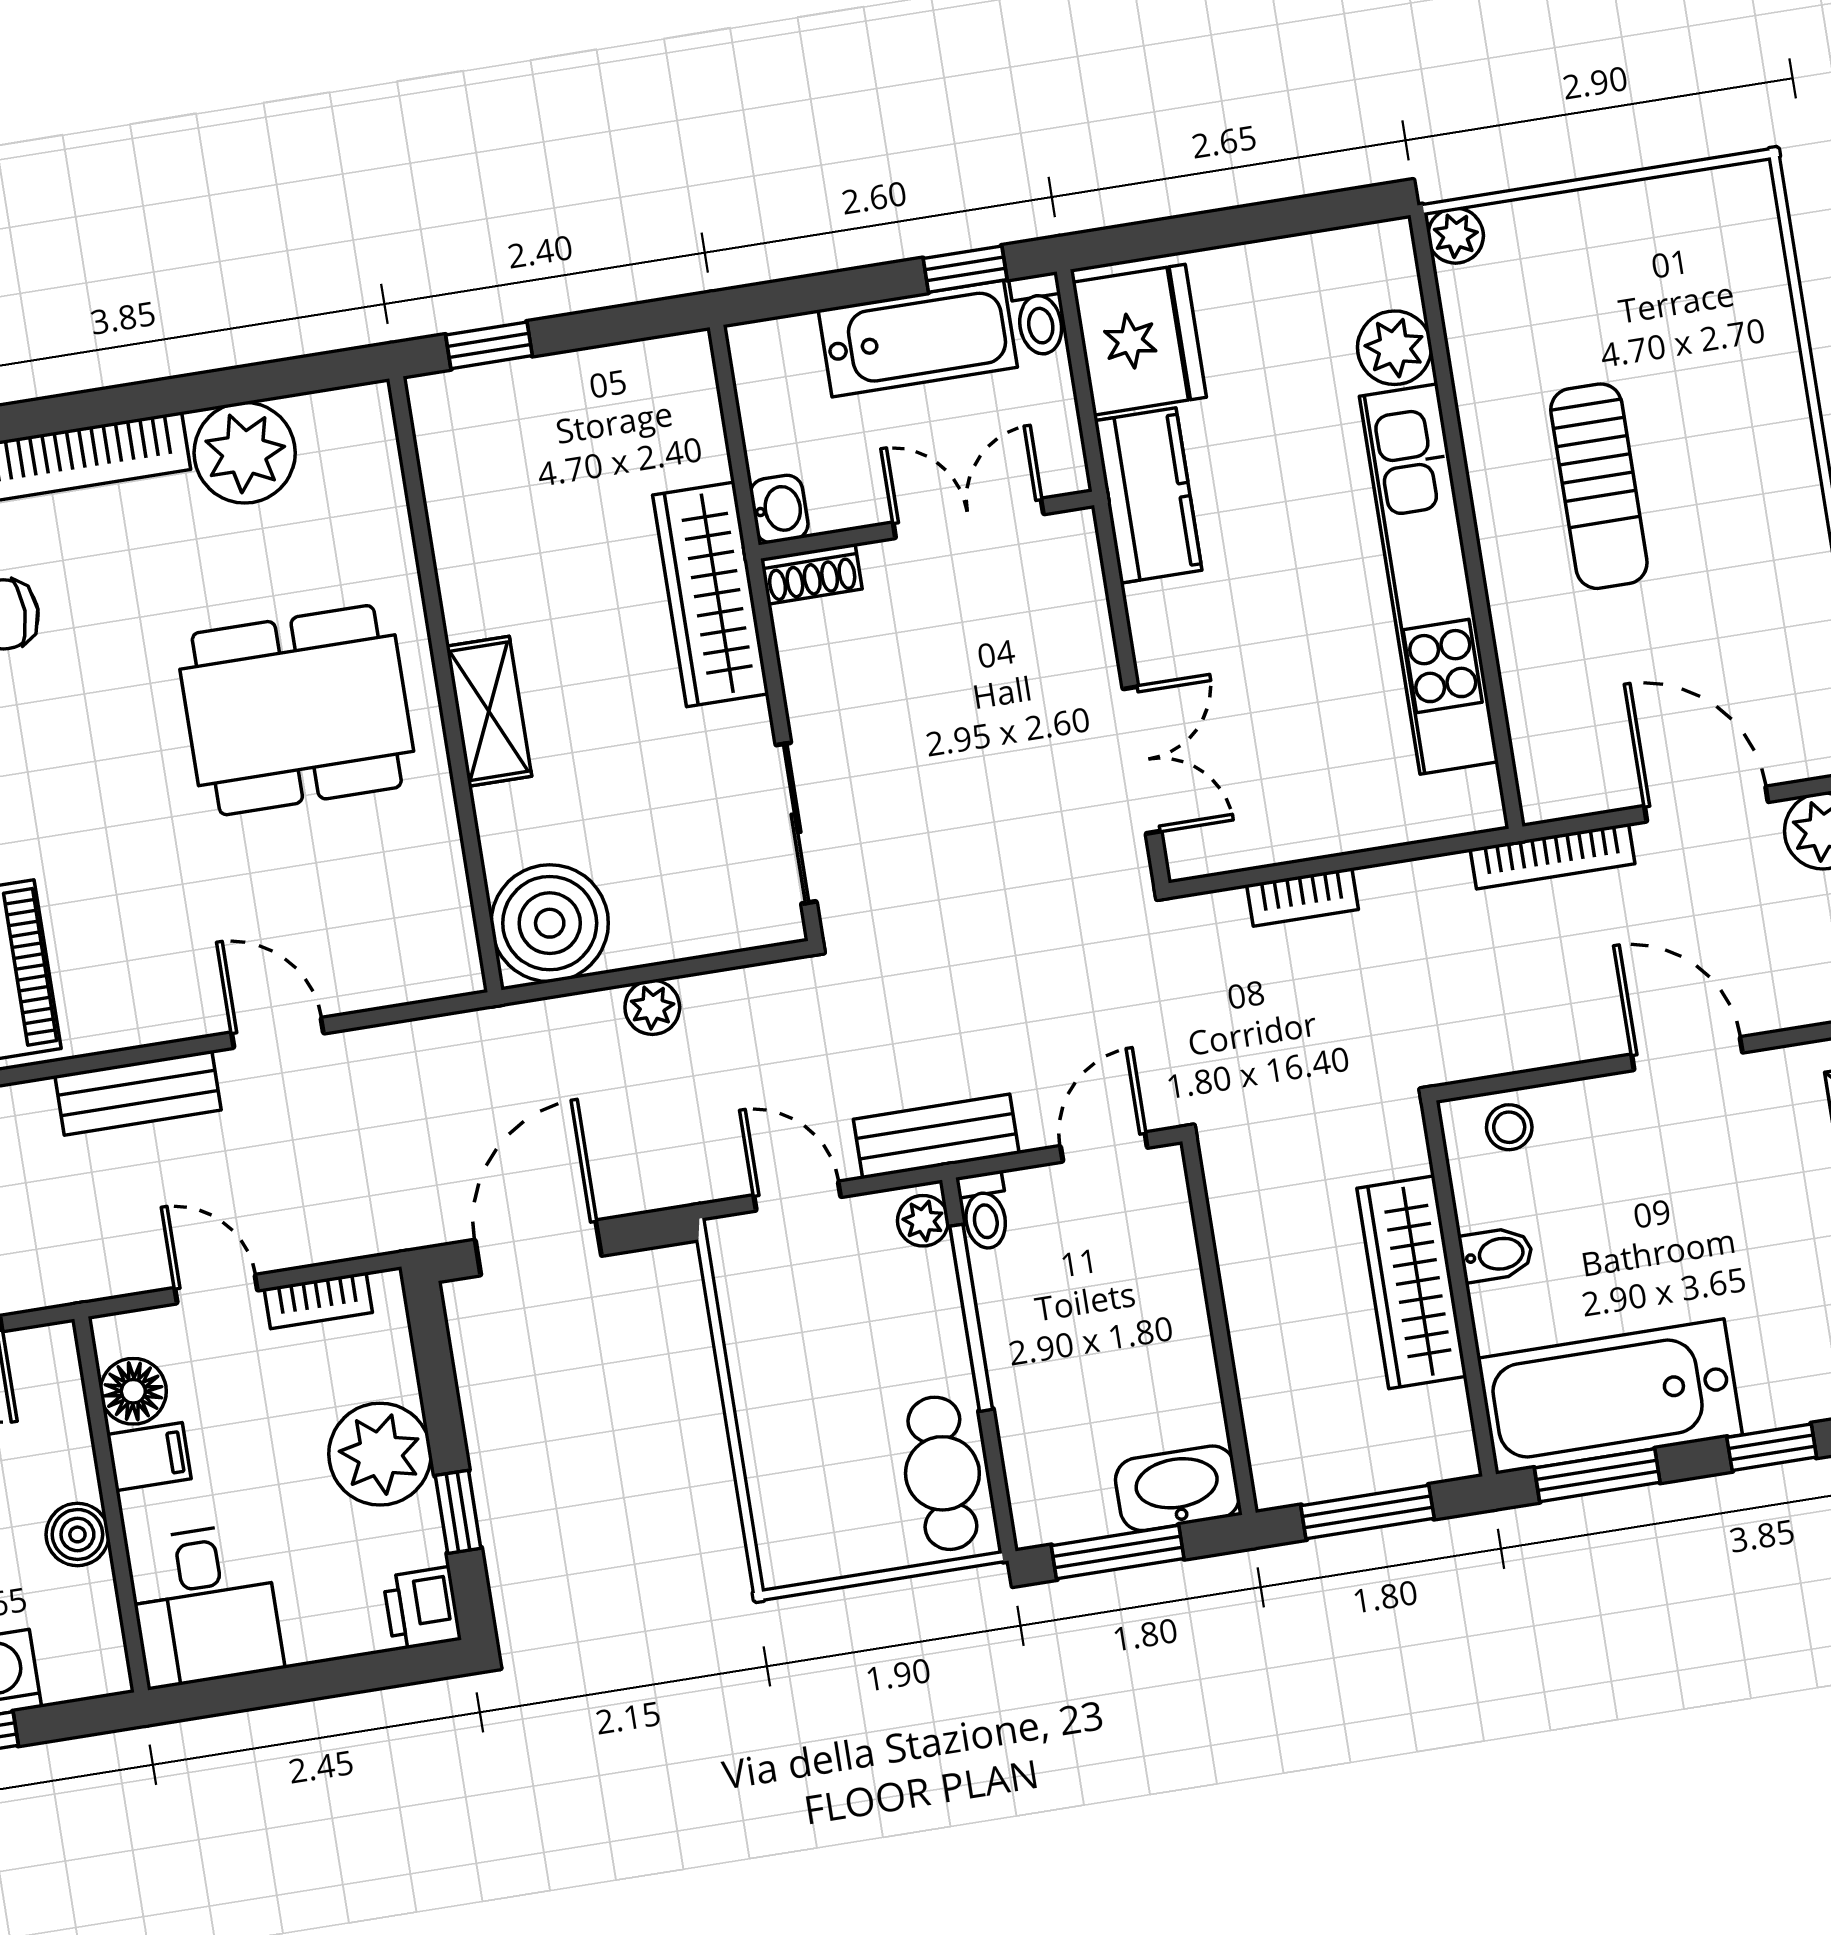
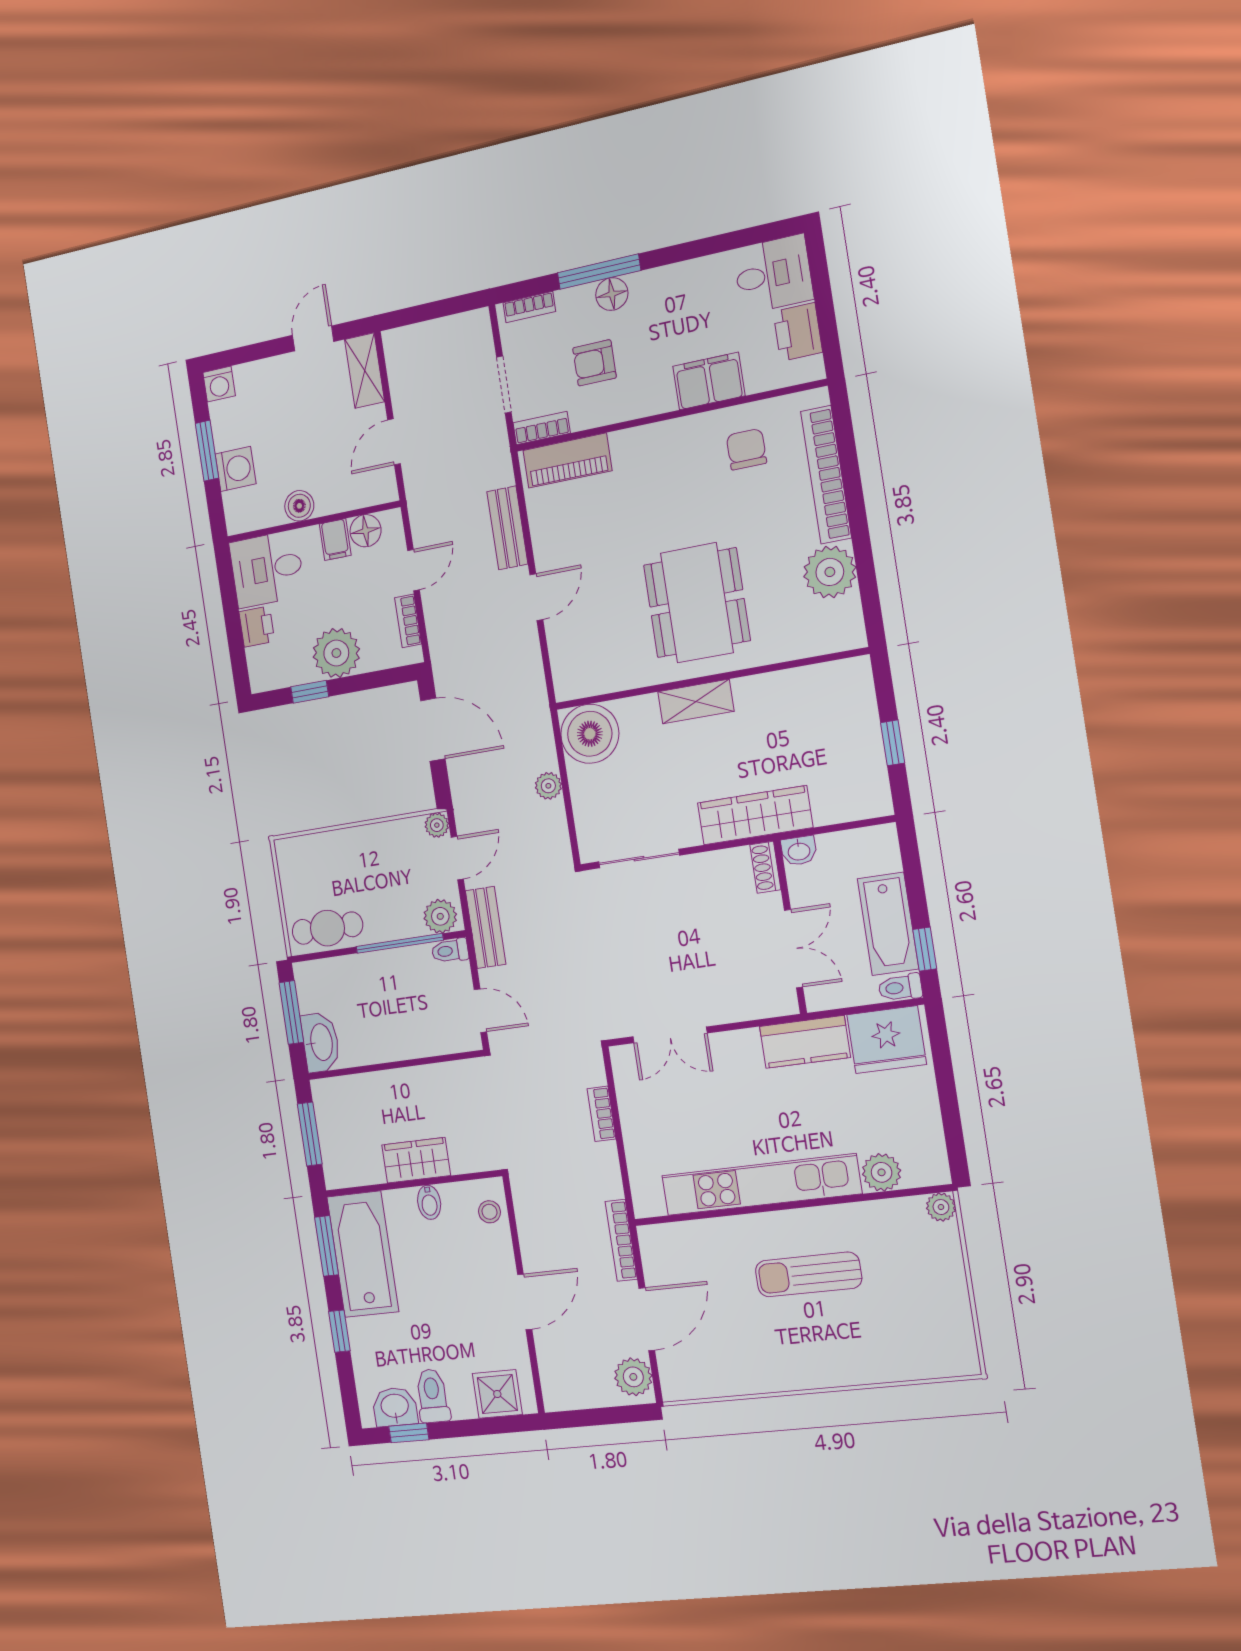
window: (489, 345) -> (893, 743), moved
plant: (923, 1221) -> (440, 916), width x1.38, depth x1.38
plant: (731, 1239) -> (437, 825), added
wardrobe: (1412, 1282) -> (416, 1160), width x0.67
printer: (422, 1608) -> (257, 626), moved, turned 90

